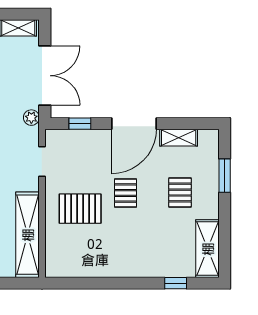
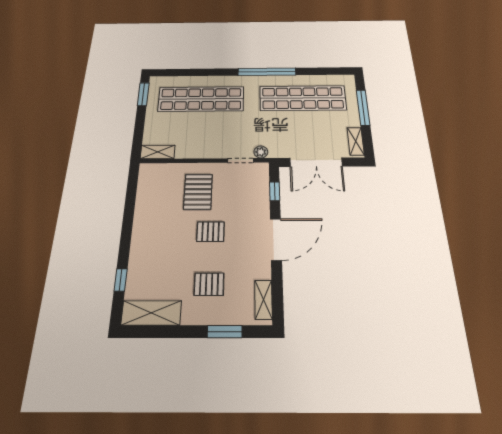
plant: (31, 118) -> (261, 152), moved
door: (134, 124) -> (276, 239), swing flipped
shelving: (179, 138) -> (263, 300), moved
shelving: (28, 235) -> (158, 152), width x0.45, depth x0.75

